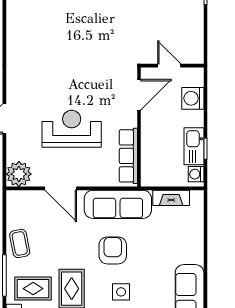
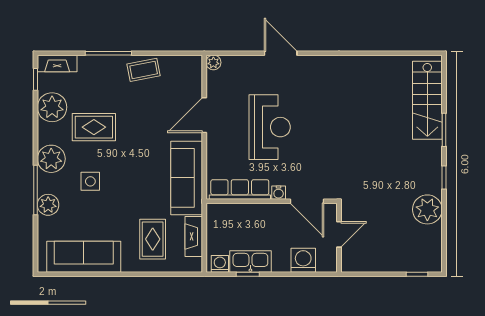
water cooler: (131, 121) -> (279, 193), added
plant: (19, 174) -> (213, 62), width x0.53, depth x0.53
armchair: (113, 250) -> (136, 172), removed
rug: (33, 289) -> (153, 239), moved

